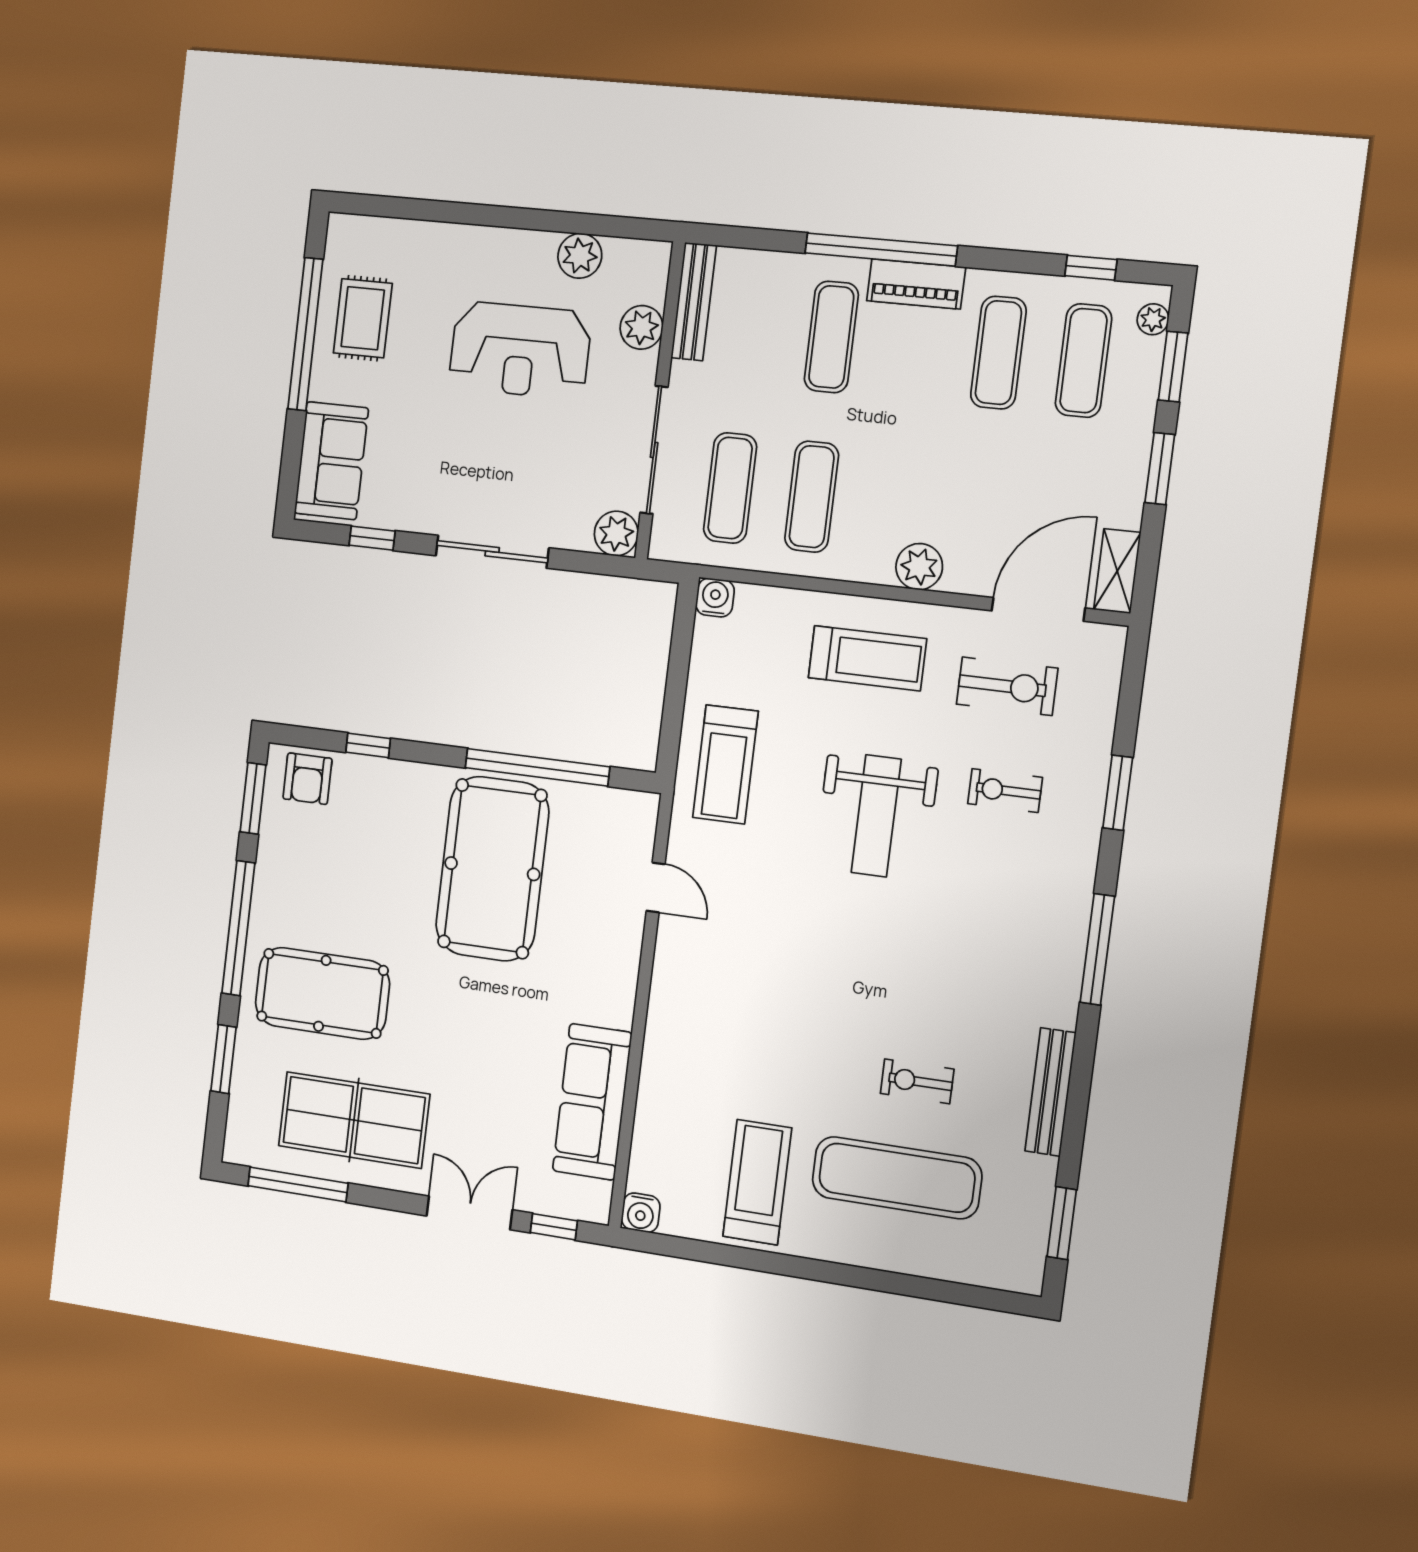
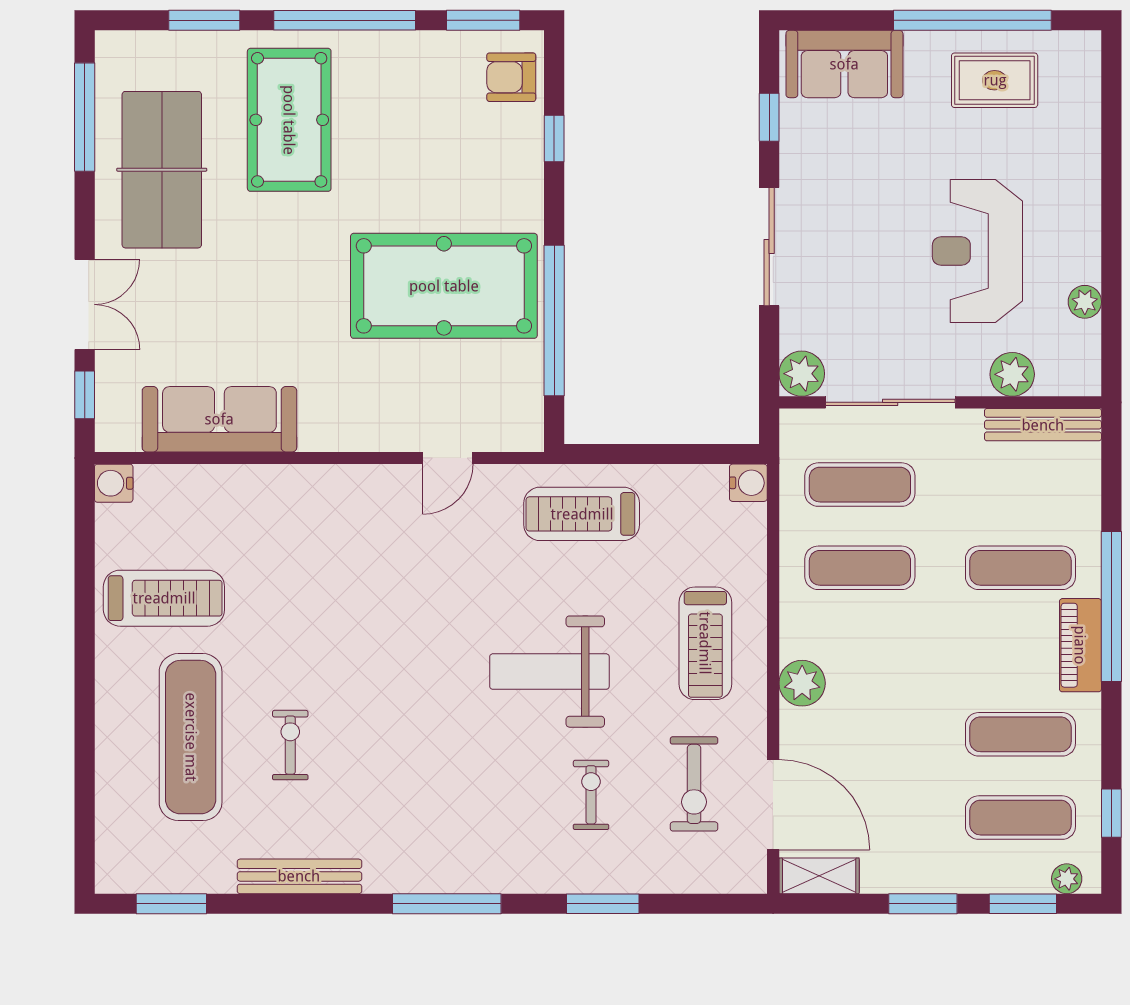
plant: (580, 256) -> (1085, 302), width x0.73, depth x0.73

